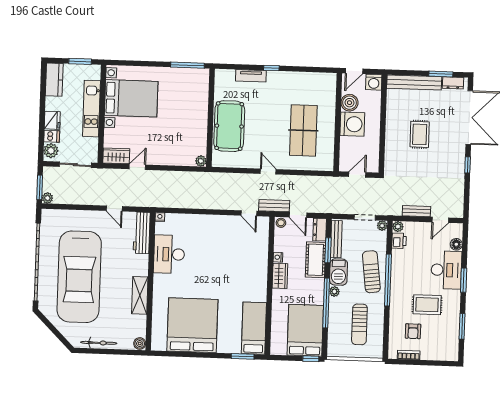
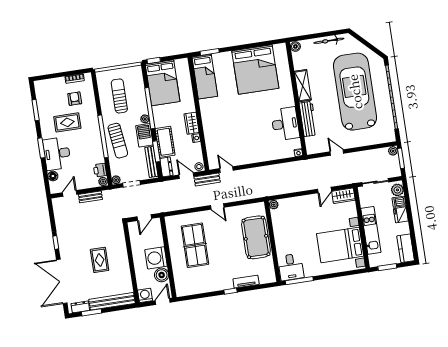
desk: (194, 83) -> (291, 267), added
workbench: (142, 233) -> (308, 119), moved

